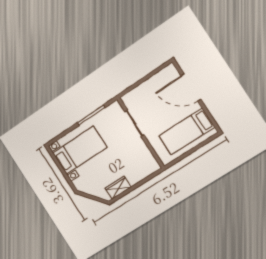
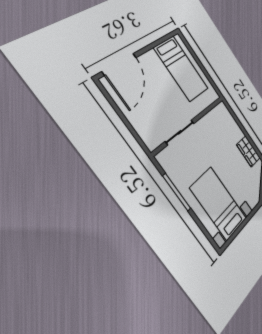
door: (191, 88) -> (119, 64), moved

